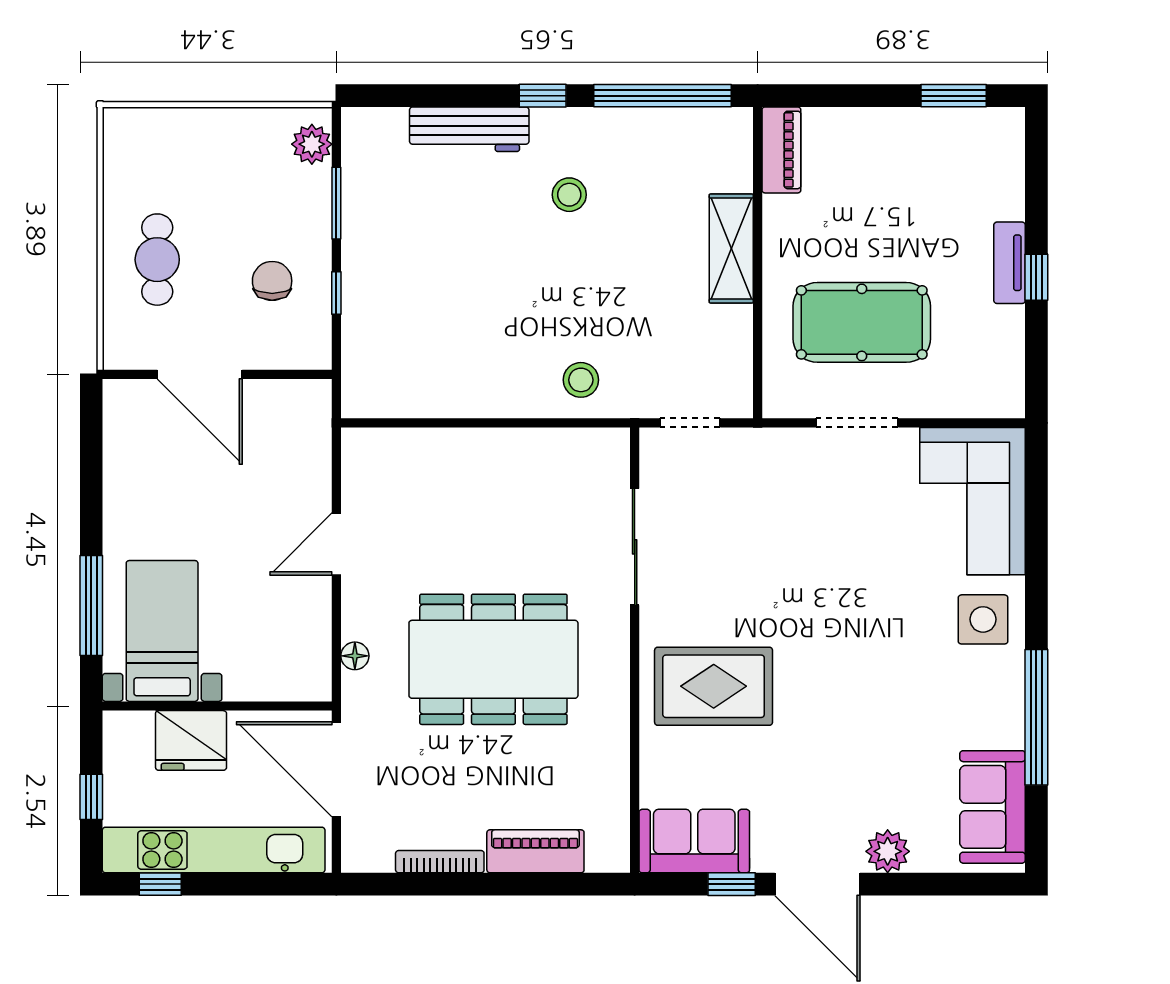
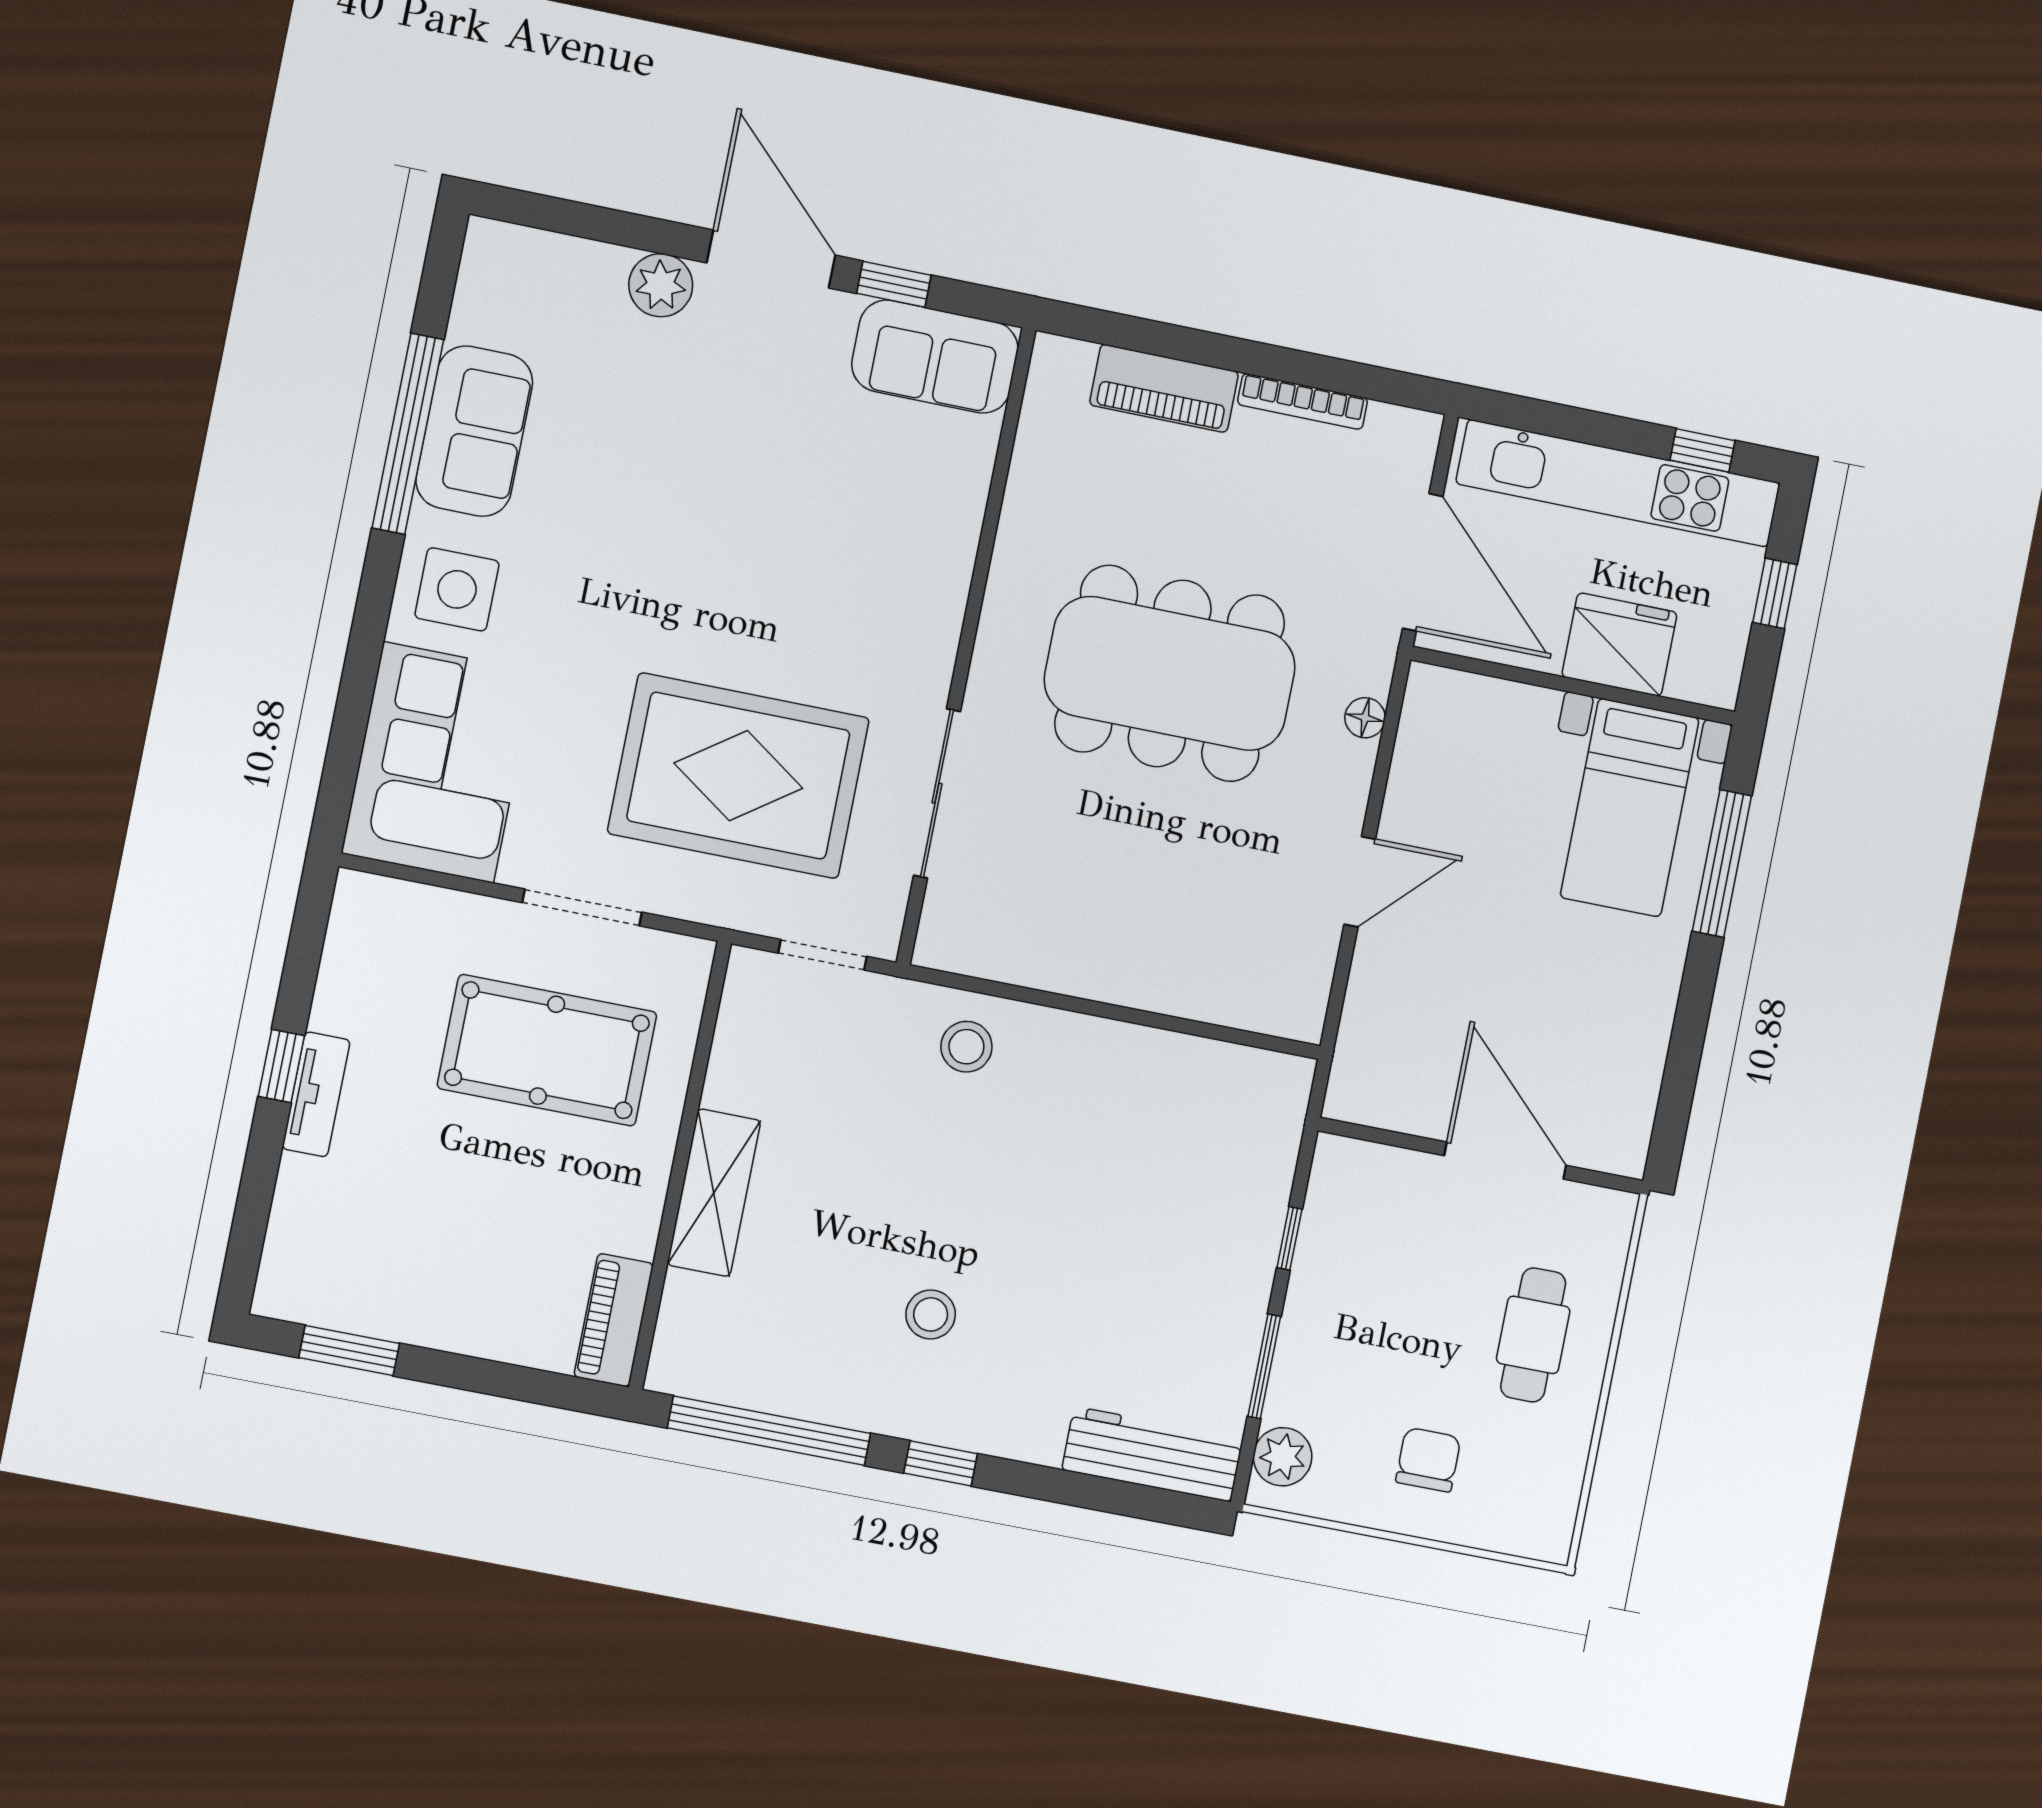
workbench: (469, 129) -> (1153, 1454), moved
chair: (272, 281) -> (1428, 1460), moved, turned 180
rug: (714, 686) -> (738, 776), moved, width x1.37, depth x1.44
sofa: (993, 807) -> (474, 431), moved

